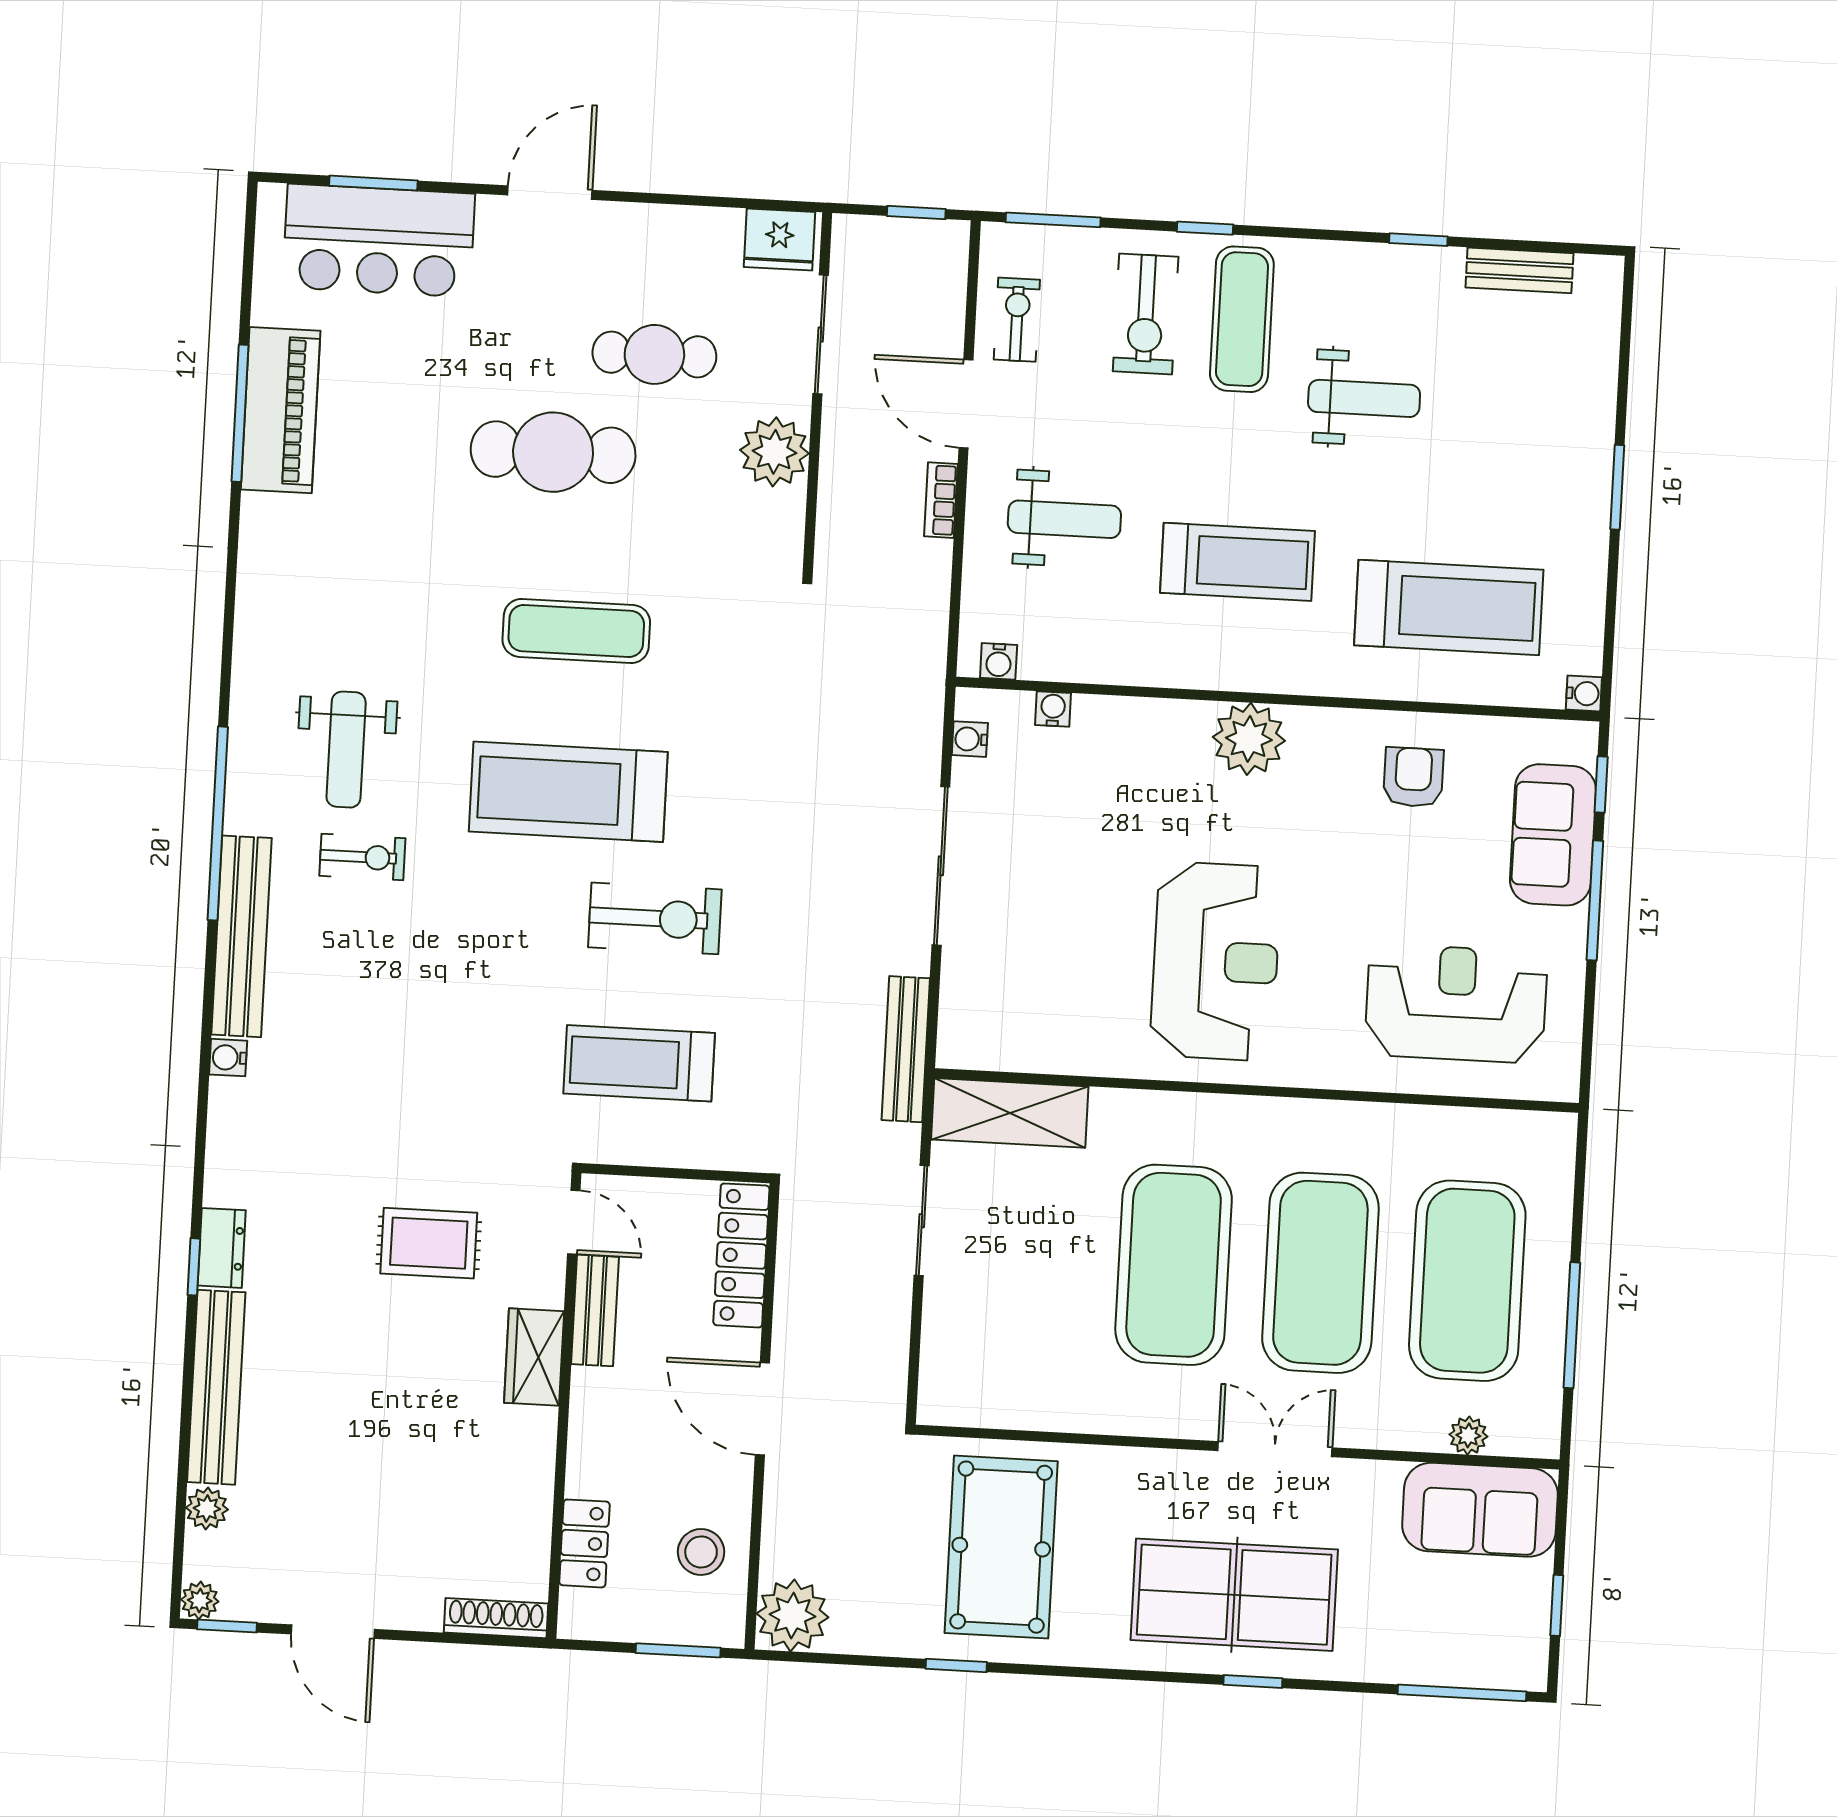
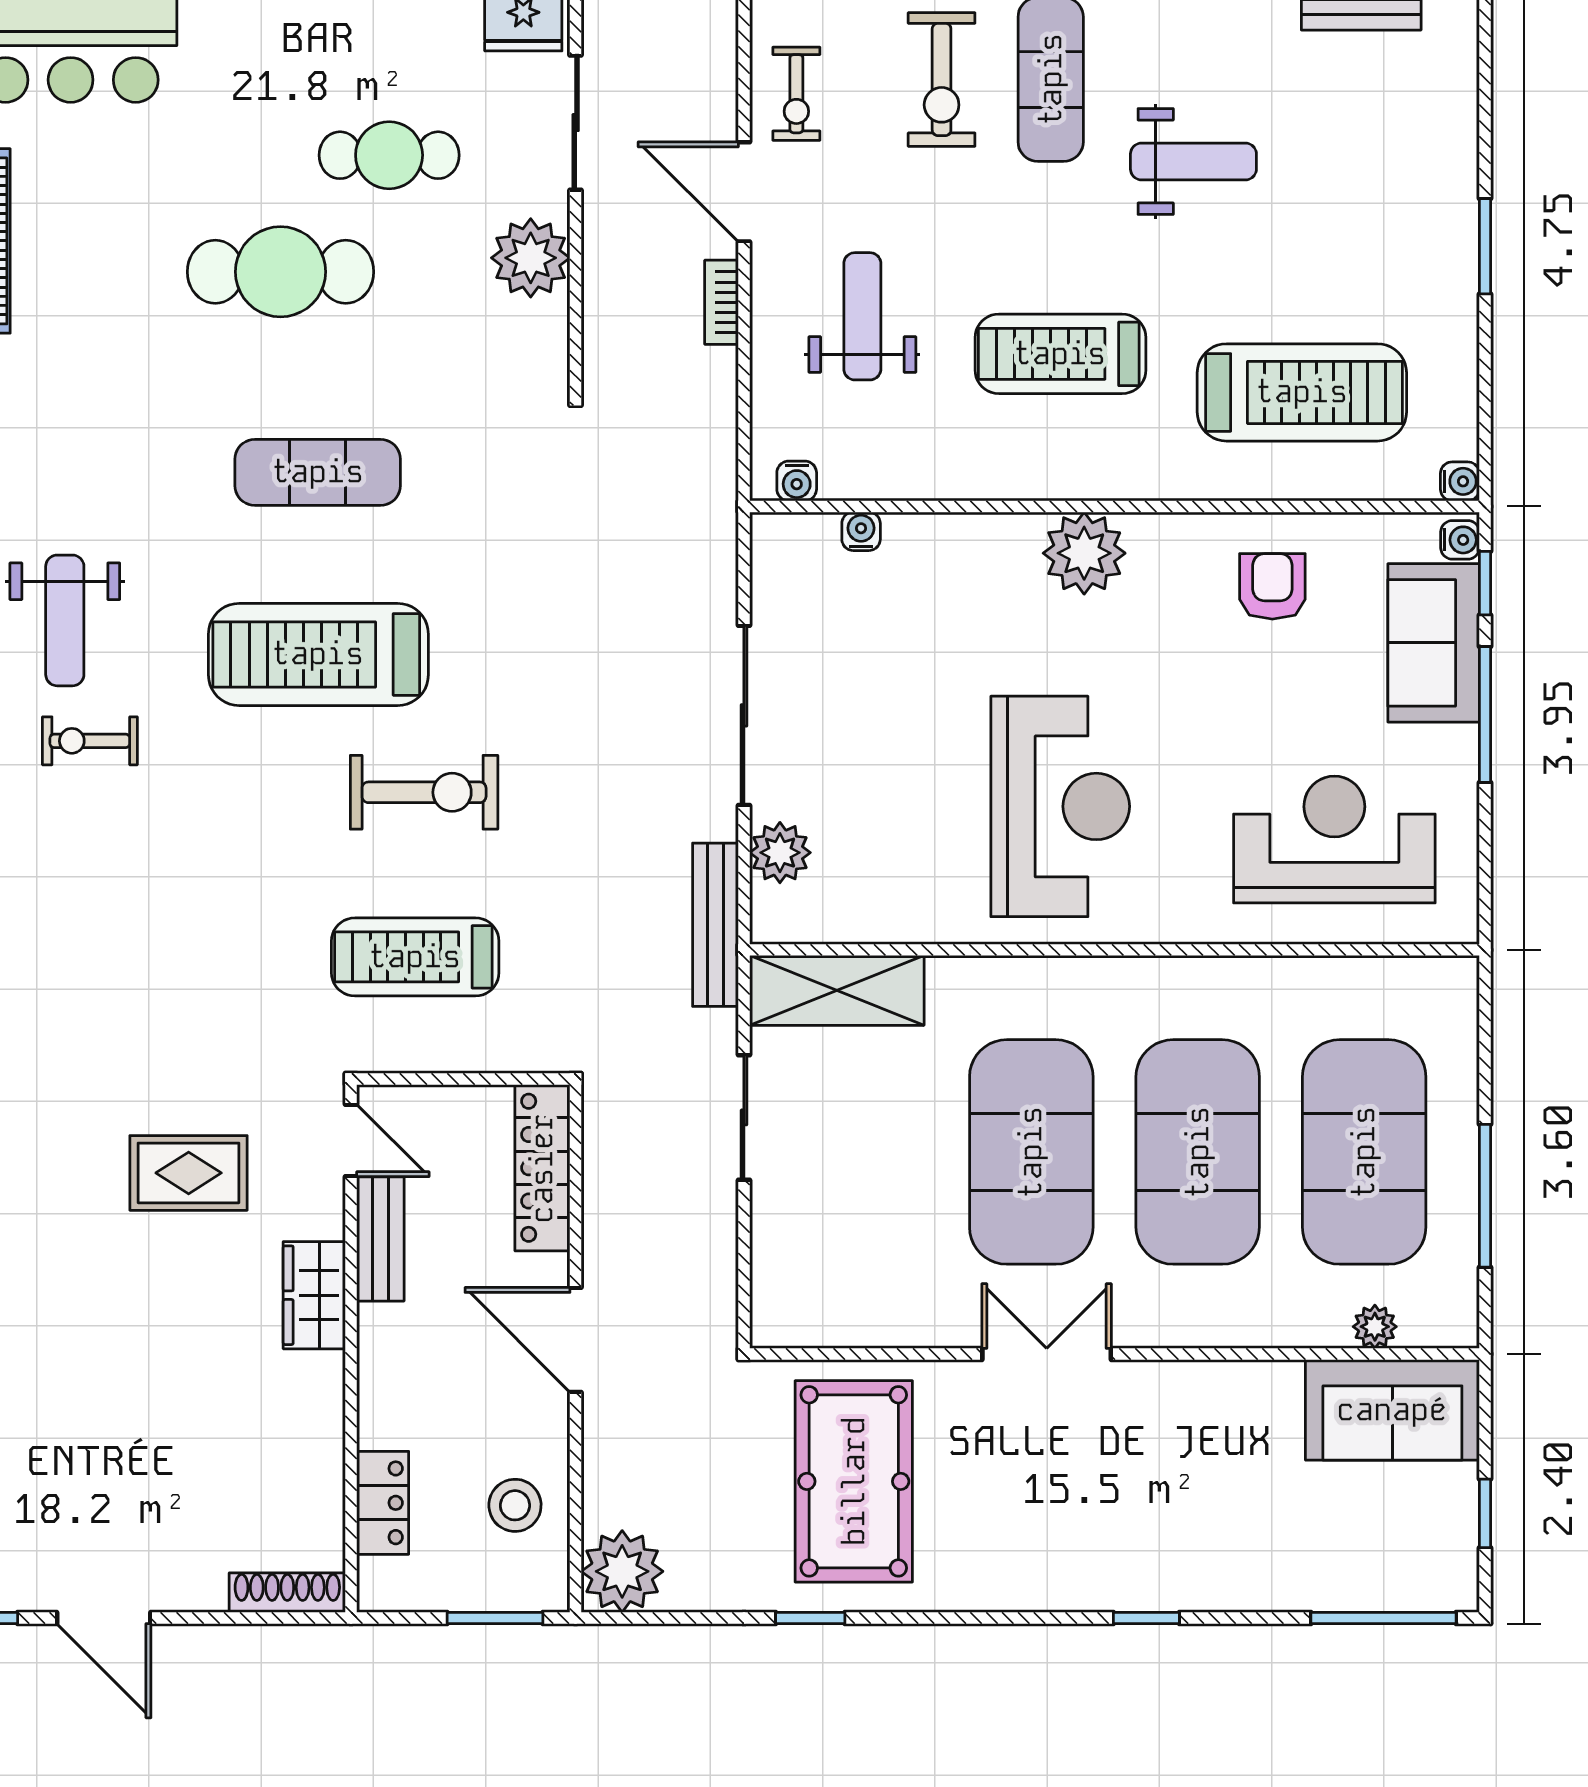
exercise bike: (1017, 320) -> (796, 94), turned 180
weight bench: (1064, 519) -> (862, 316), turned -90
treadmill: (1238, 562) -> (1060, 354), turned 180
water cooler: (970, 739) -> (1460, 540), moved, turned 180
exercise bike: (362, 857) -> (90, 741), turned 180
plant: (966, 989) -> (780, 853), added
double door: (1275, 1449) -> (1047, 1354), moved
table tennis table: (1234, 1595) -> (1120, 1521), removed

